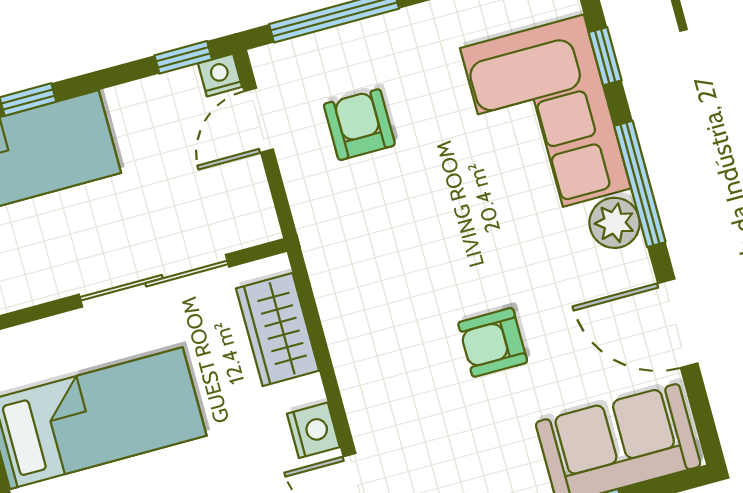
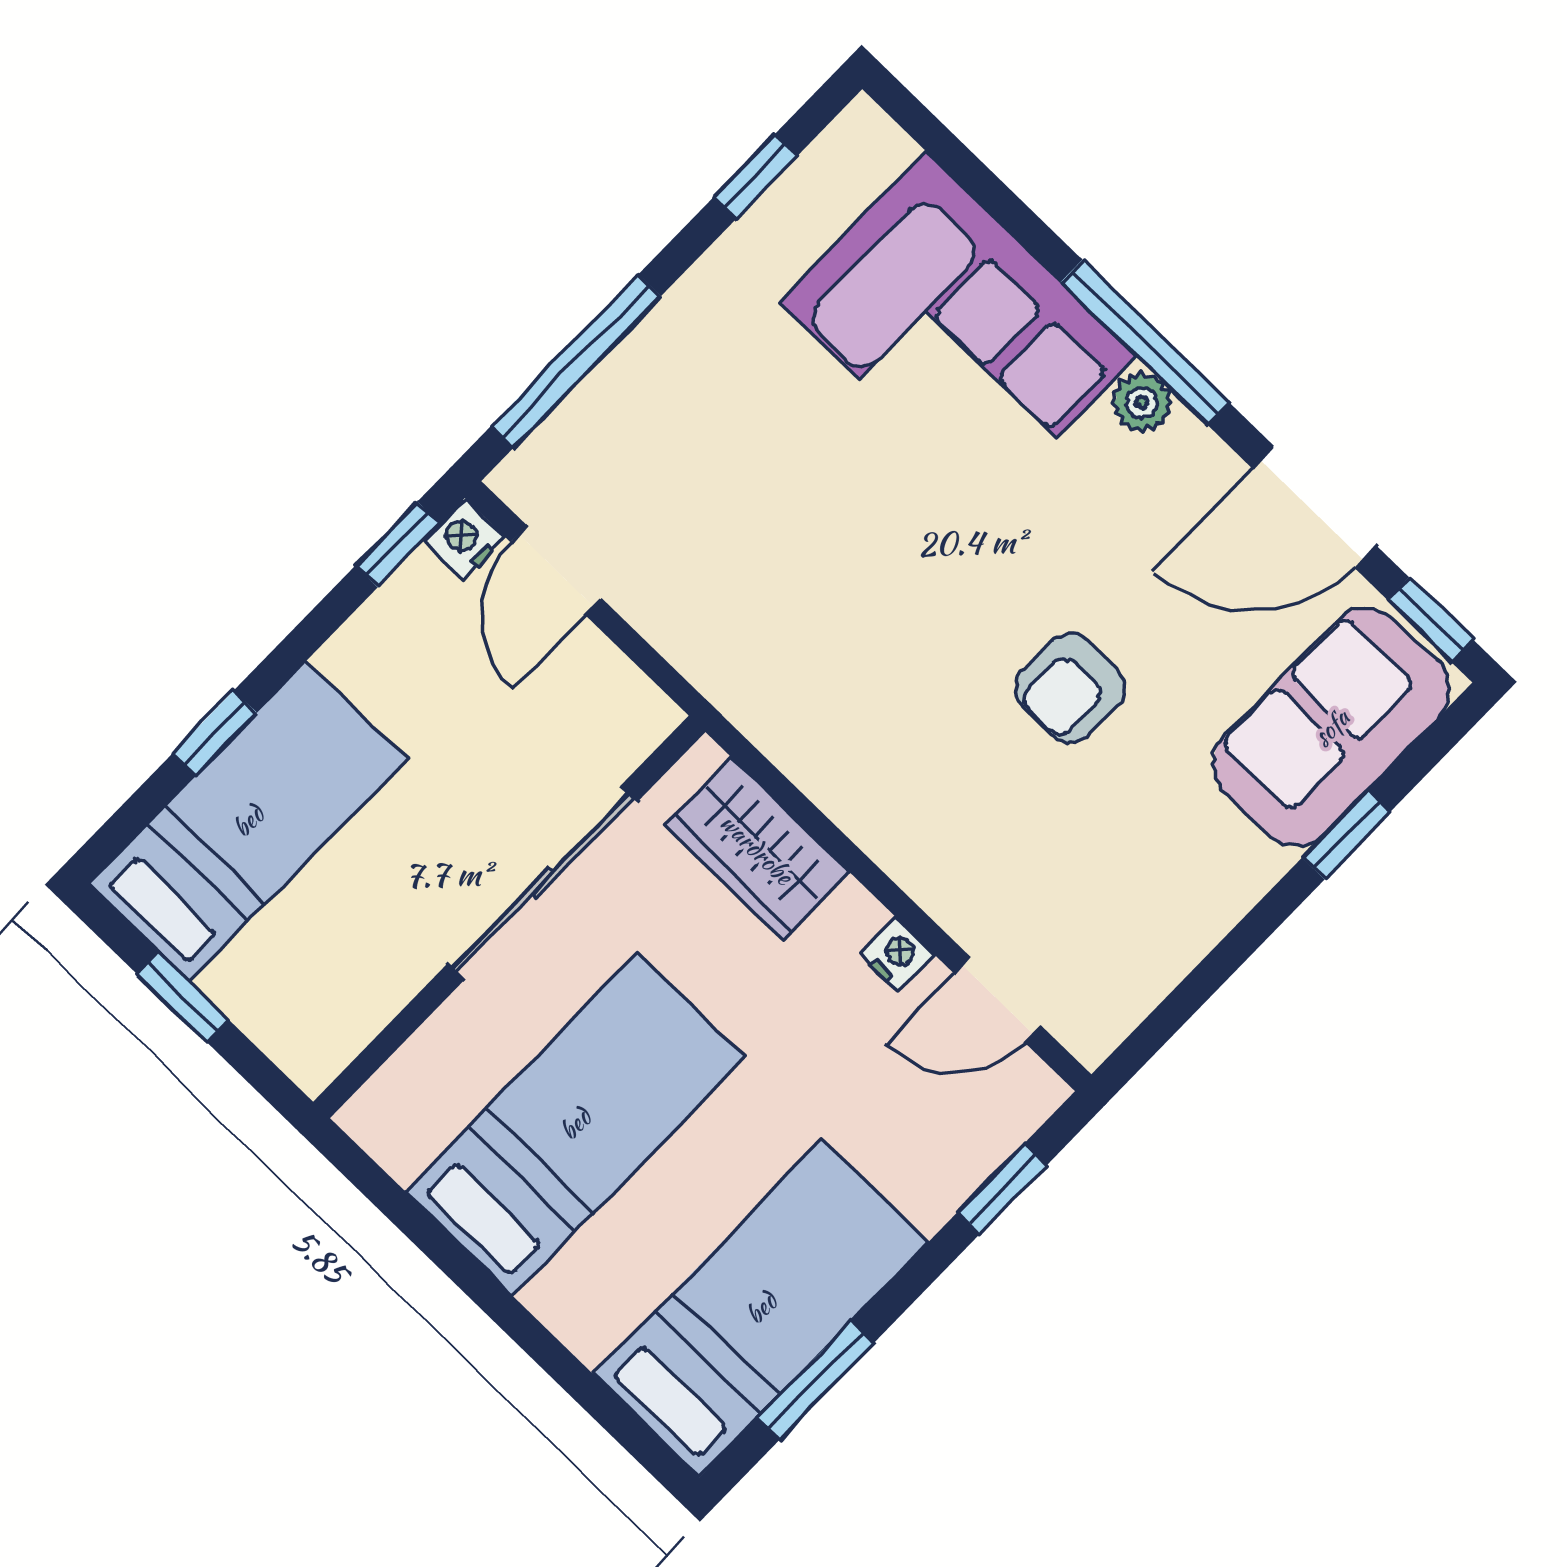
window: (605, 56) -> (1431, 620), moved
armchair: (359, 125) -> (701, 493), removed
plant: (615, 223) -> (1142, 403), width x0.73, depth x0.73
nightstand: (313, 430) -> (897, 954), width x0.72, depth x0.74

